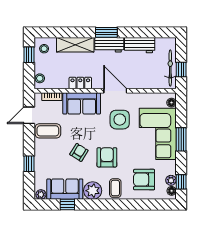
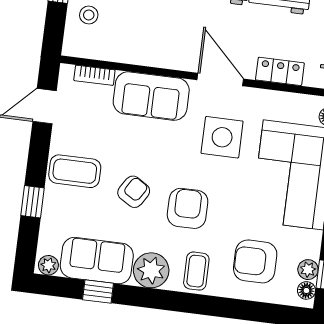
stool: (40, 78) -> (89, 15), moved
locker: (80, 83) -> (280, 71), moved
coffee table: (48, 131) -> (75, 171), moved

